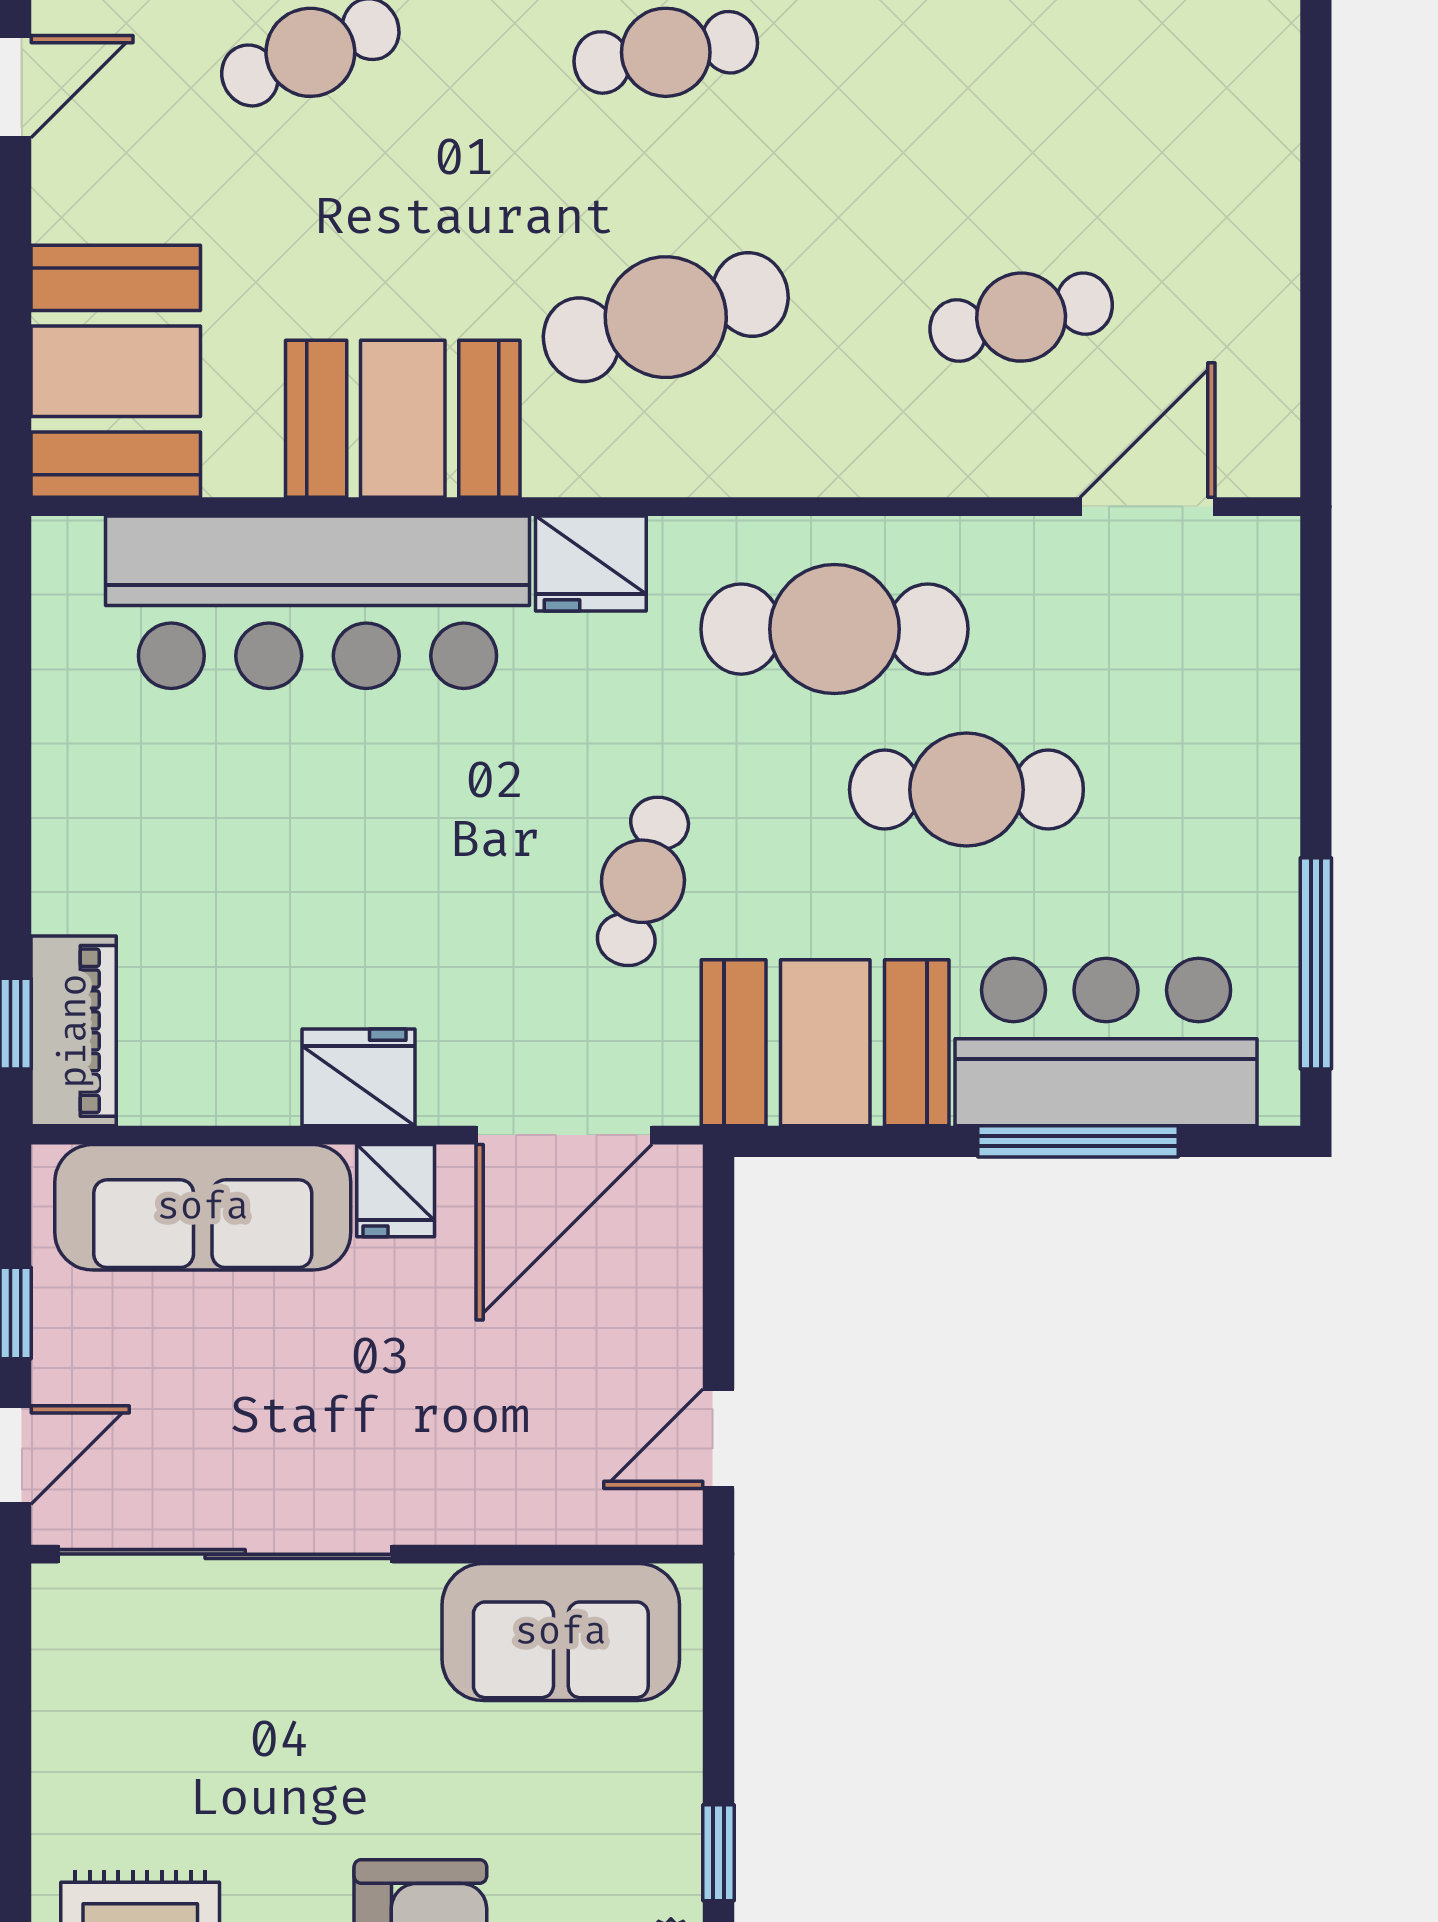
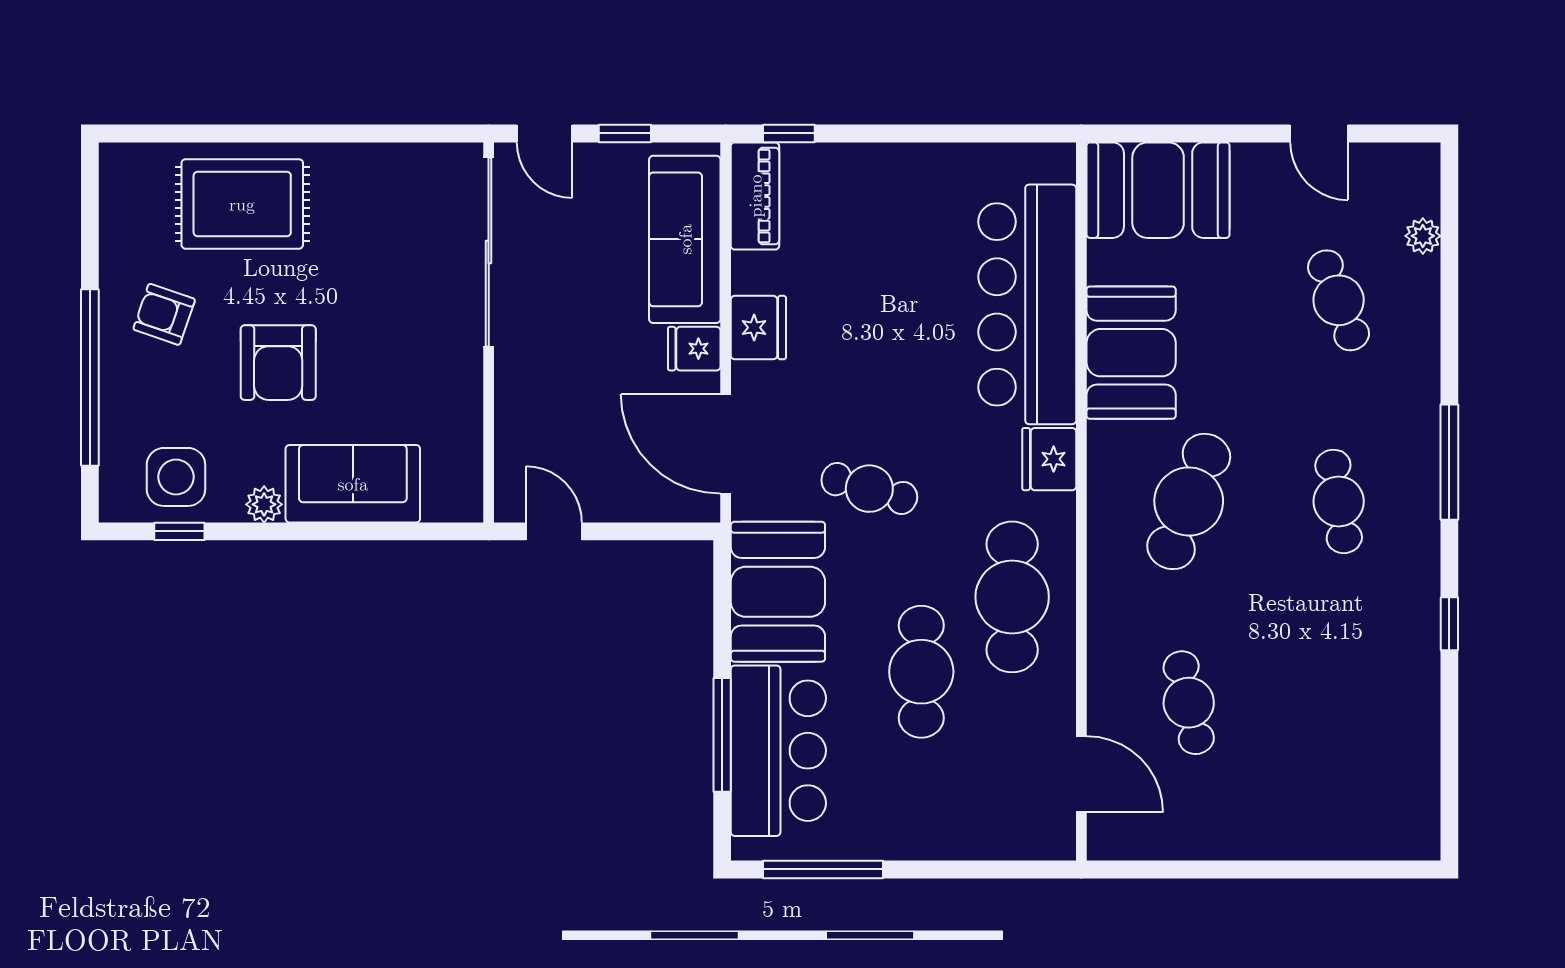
cafe table: (666, 317) -> (1189, 501), turned 36
piano: (74, 1031) -> (755, 196), moved, turned -90
sofa: (561, 1632) -> (353, 484), moved, turned 90
window: (719, 1853) -> (320, 531), removed

